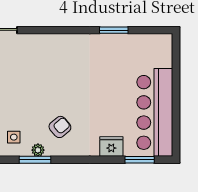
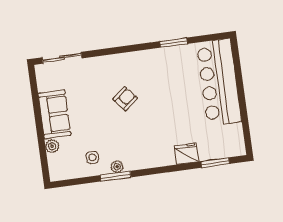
bar counter: (155, 112) -> (219, 82), moved
armchair: (60, 127) -> (125, 99), moved

